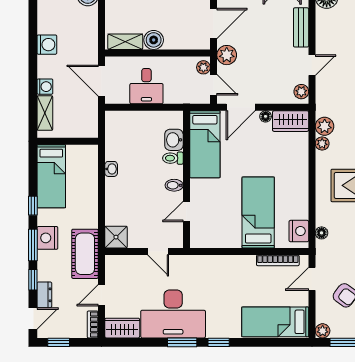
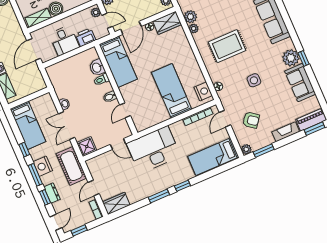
door: (102, 81) -> (34, 50), hinge flipped
printer: (176, 94) -> (86, 37), added
double door: (102, 199) -> (67, 126), added
dresser: (44, 295) -> (52, 193), moved
desk: (173, 314) -> (153, 150), moved, turned 180

